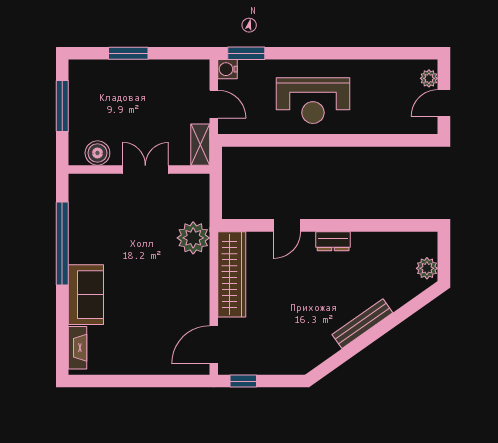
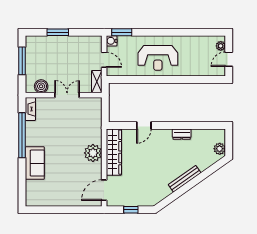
plant: (193, 238) -> (93, 153), moved
dresser: (333, 241) -> (182, 134), moved
fireplace: (78, 348) -> (30, 109), moved
window: (243, 381) -> (131, 210), moved

